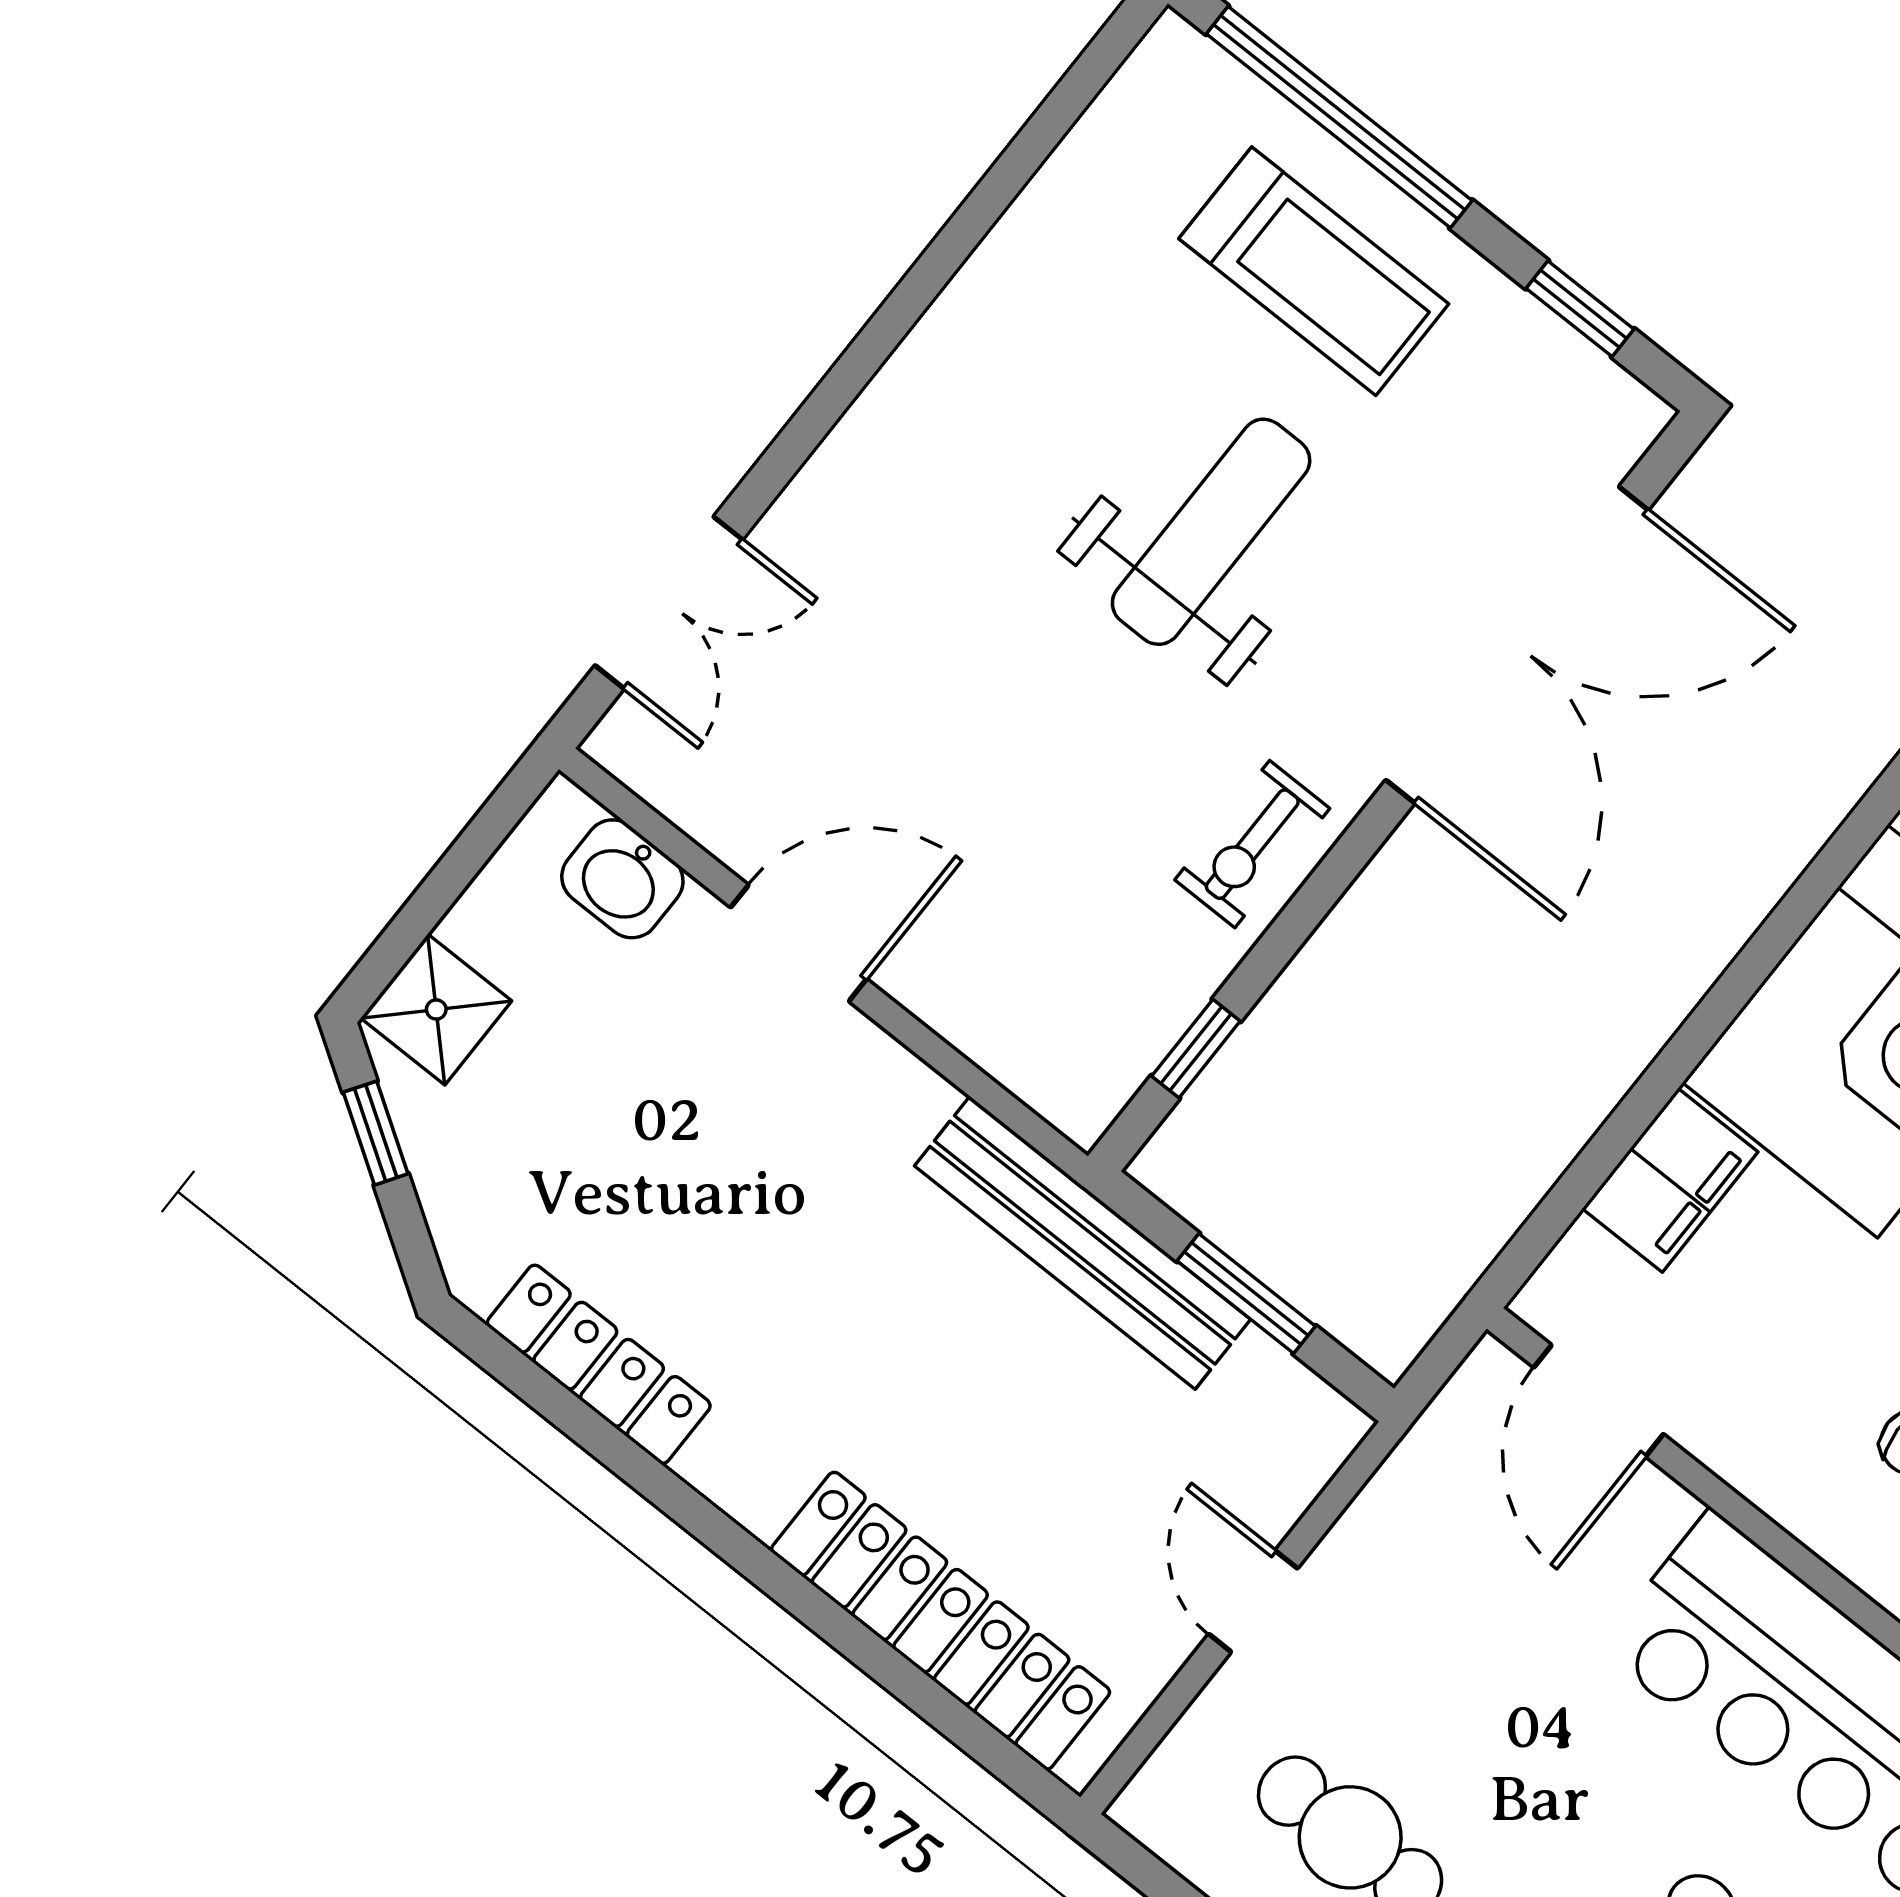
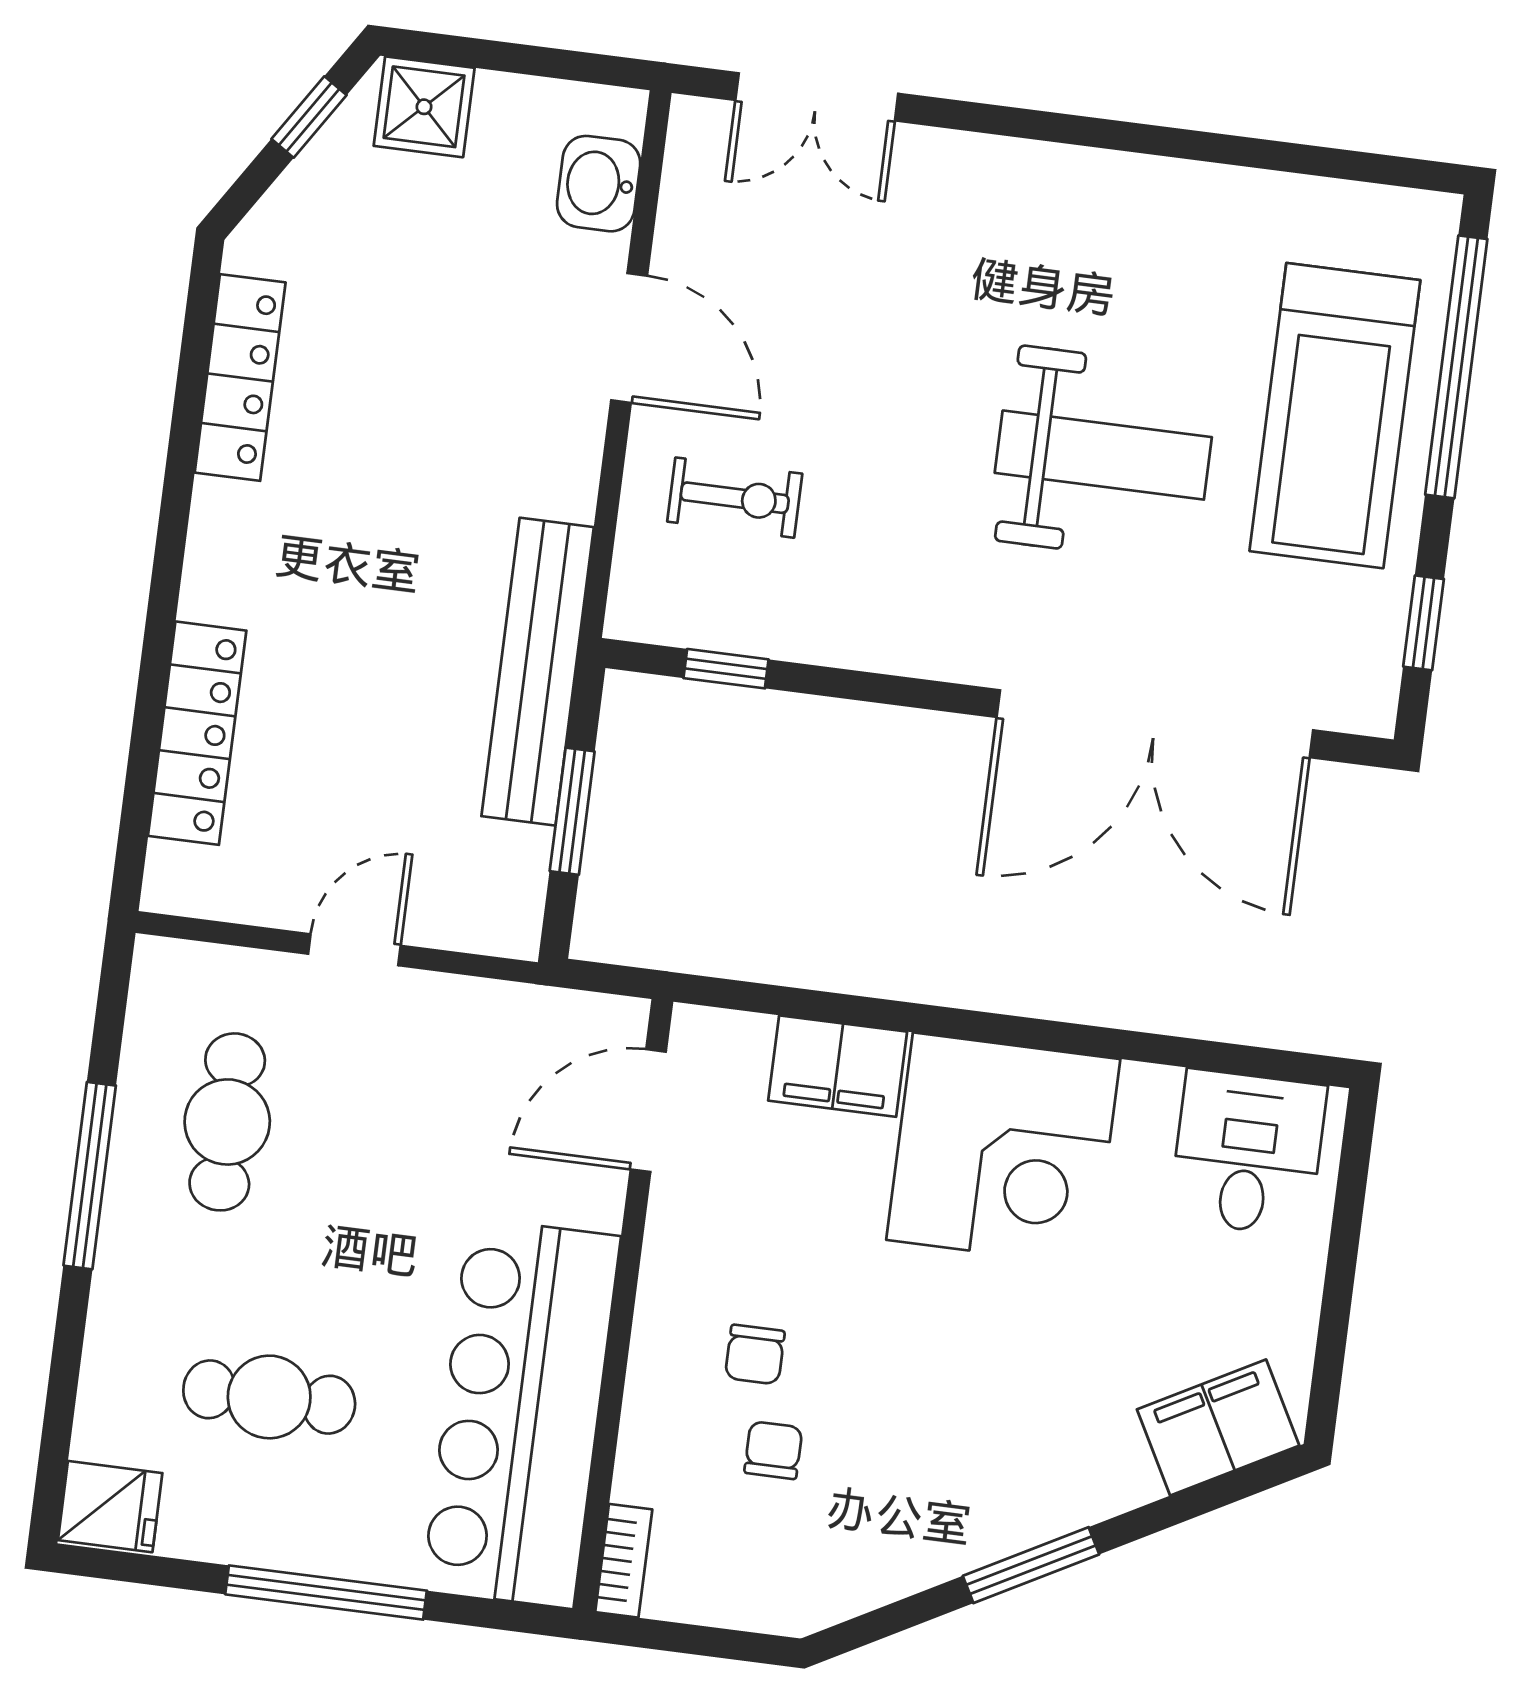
treadmill: (1314, 271) -> (1335, 416), width x1.37, depth x1.38
exercise bike: (1252, 844) -> (735, 498), moved, turned 180
locker: (941, 1621) -> (197, 733), width x0.71, depth x0.83

